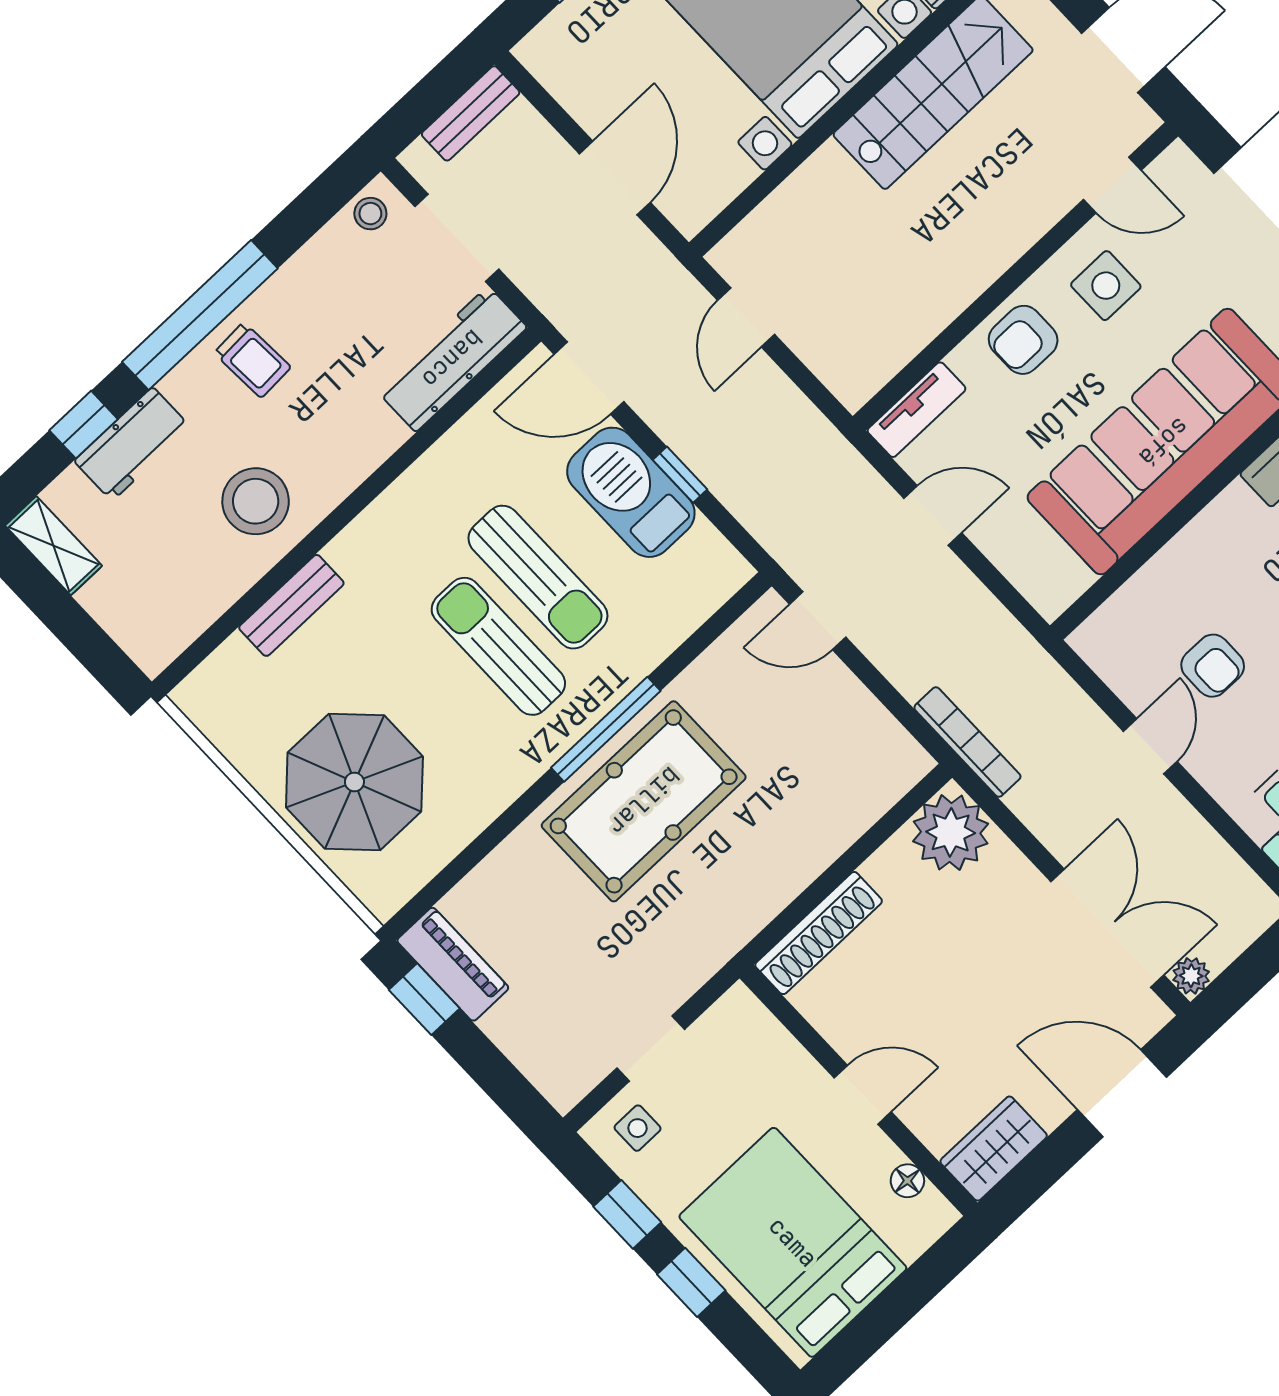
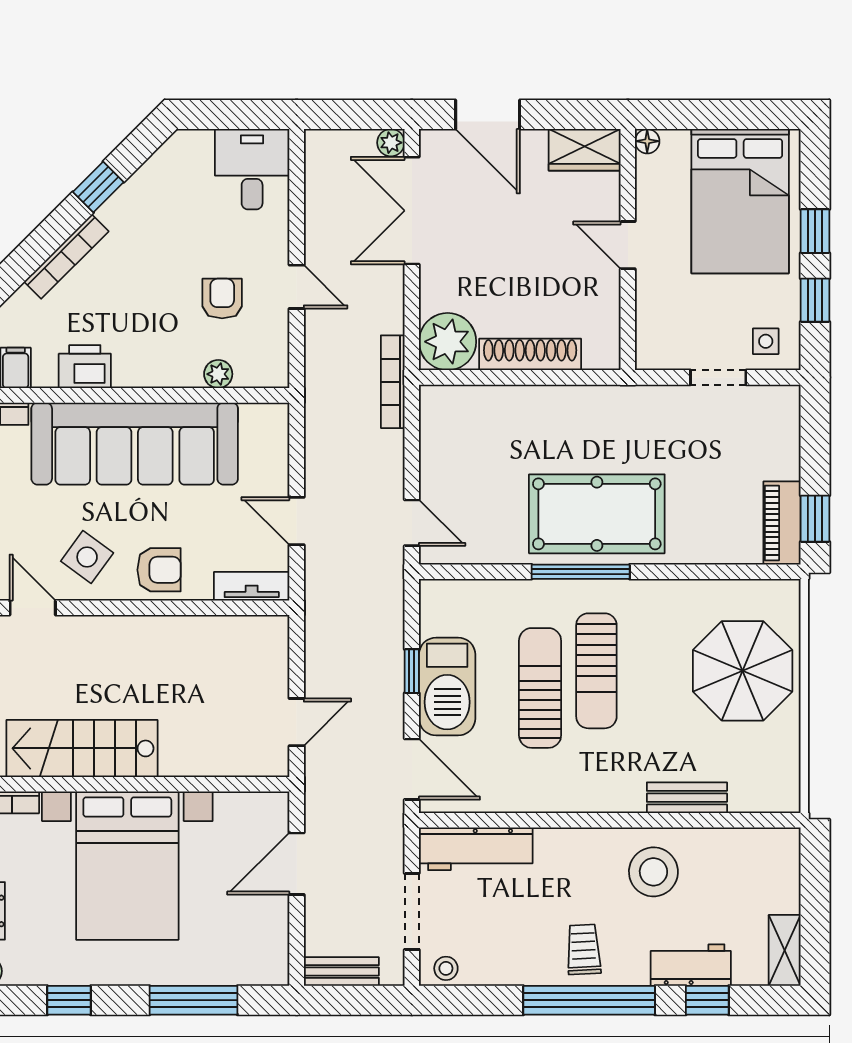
side table: (1106, 286) -> (87, 557), turned 36
plant: (1146, 588) -> (218, 374), added
door: (1150, 746) -> (297, 287), swing flipped
shoe rack: (819, 933) -> (530, 354), moved
floor lamp: (907, 1181) -> (647, 141), moved

